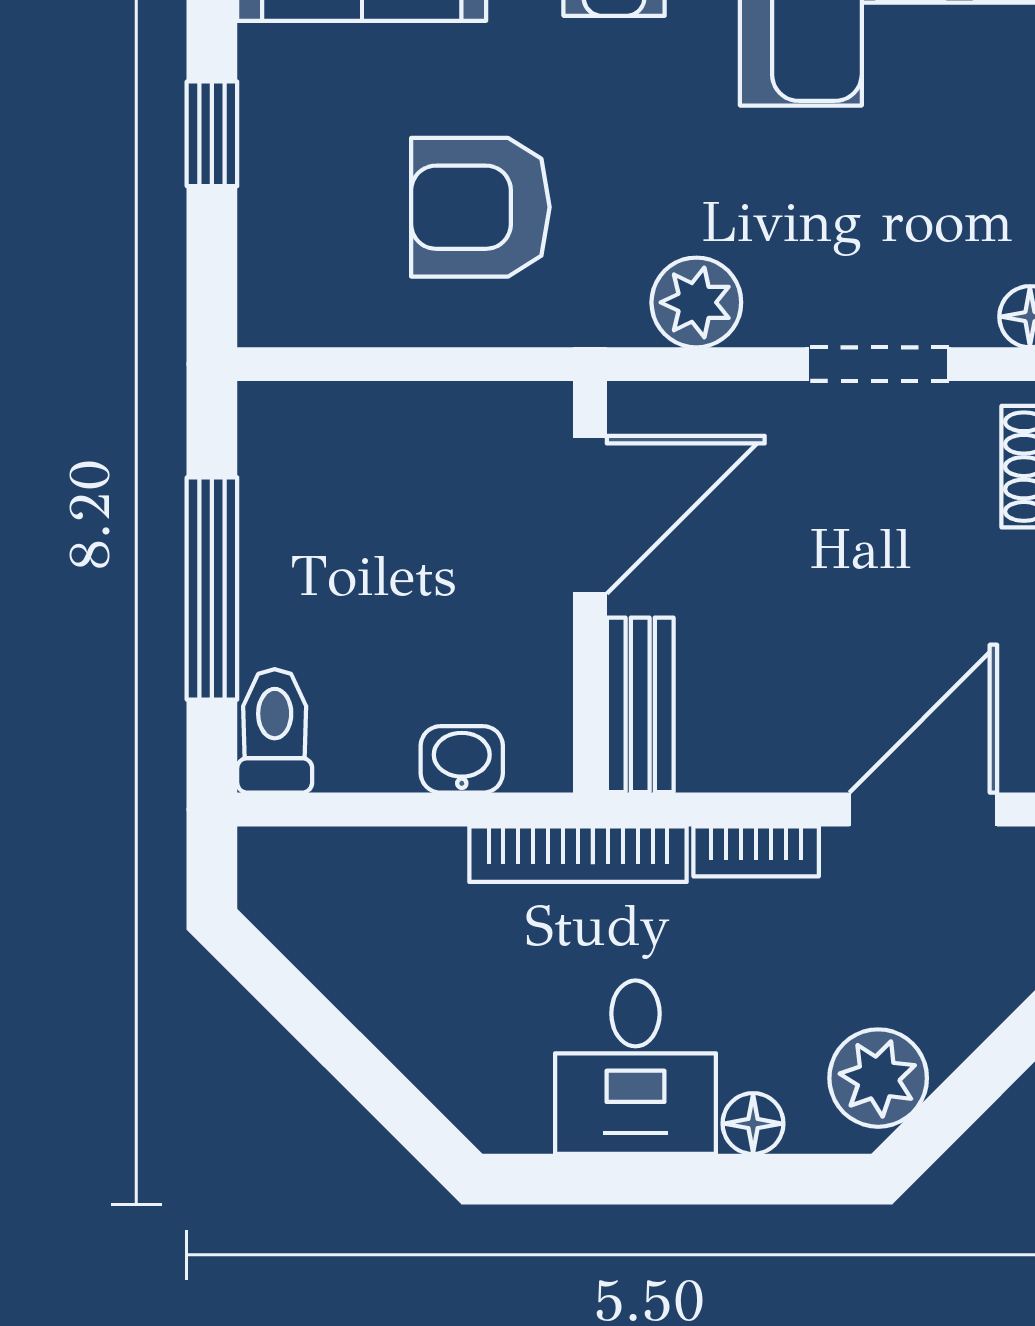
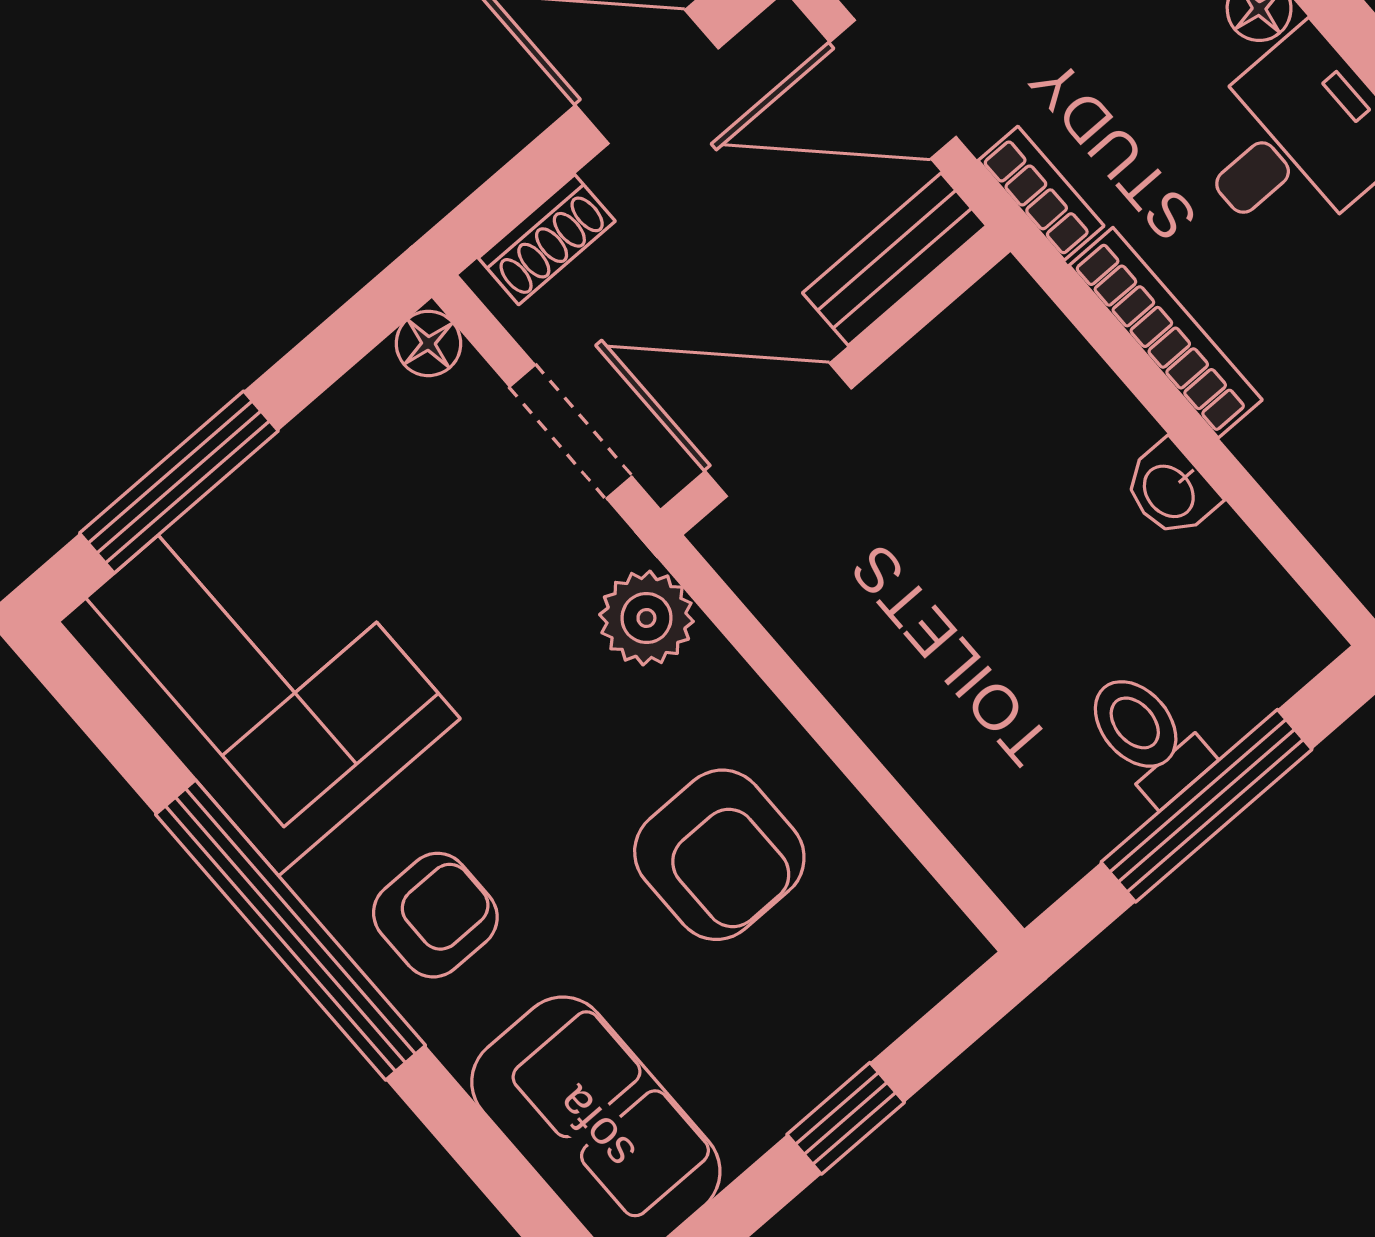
door: (590, 515) -> (778, 430), moved
wall: (590, 587) -> (835, 380), moved
bench: (640, 705) -> (895, 259), moved
toilet: (275, 731) -> (1147, 737), moved, turned 90

